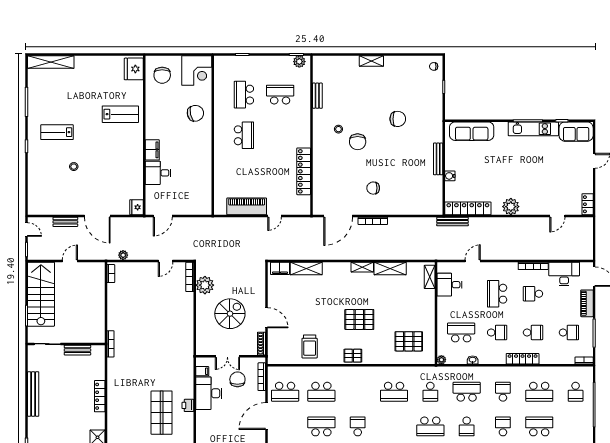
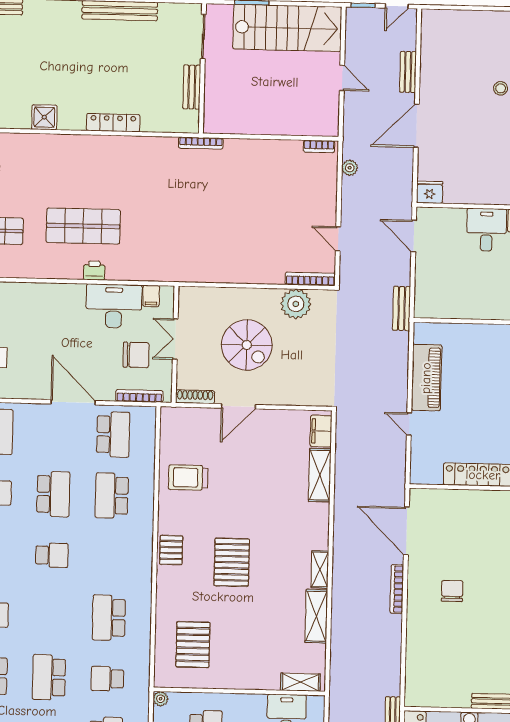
bench: (206, 222) -> (402, 308), added
school desk: (285, 392) -> (113, 434), turned 180

